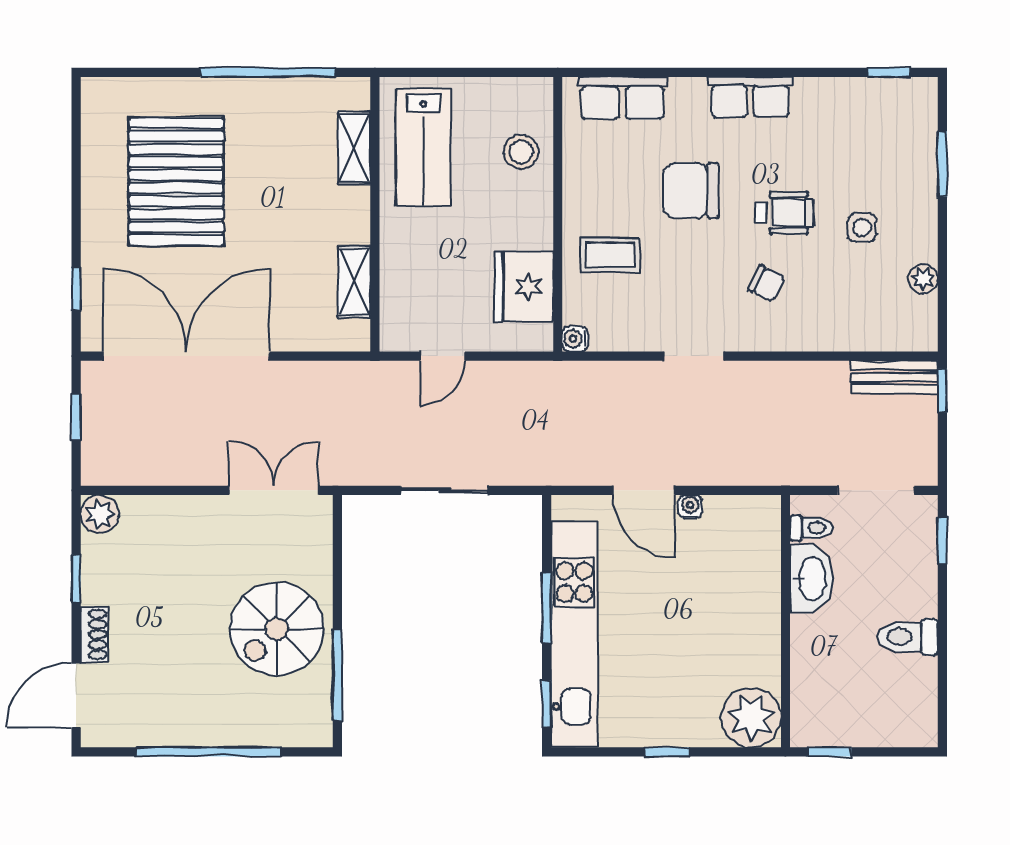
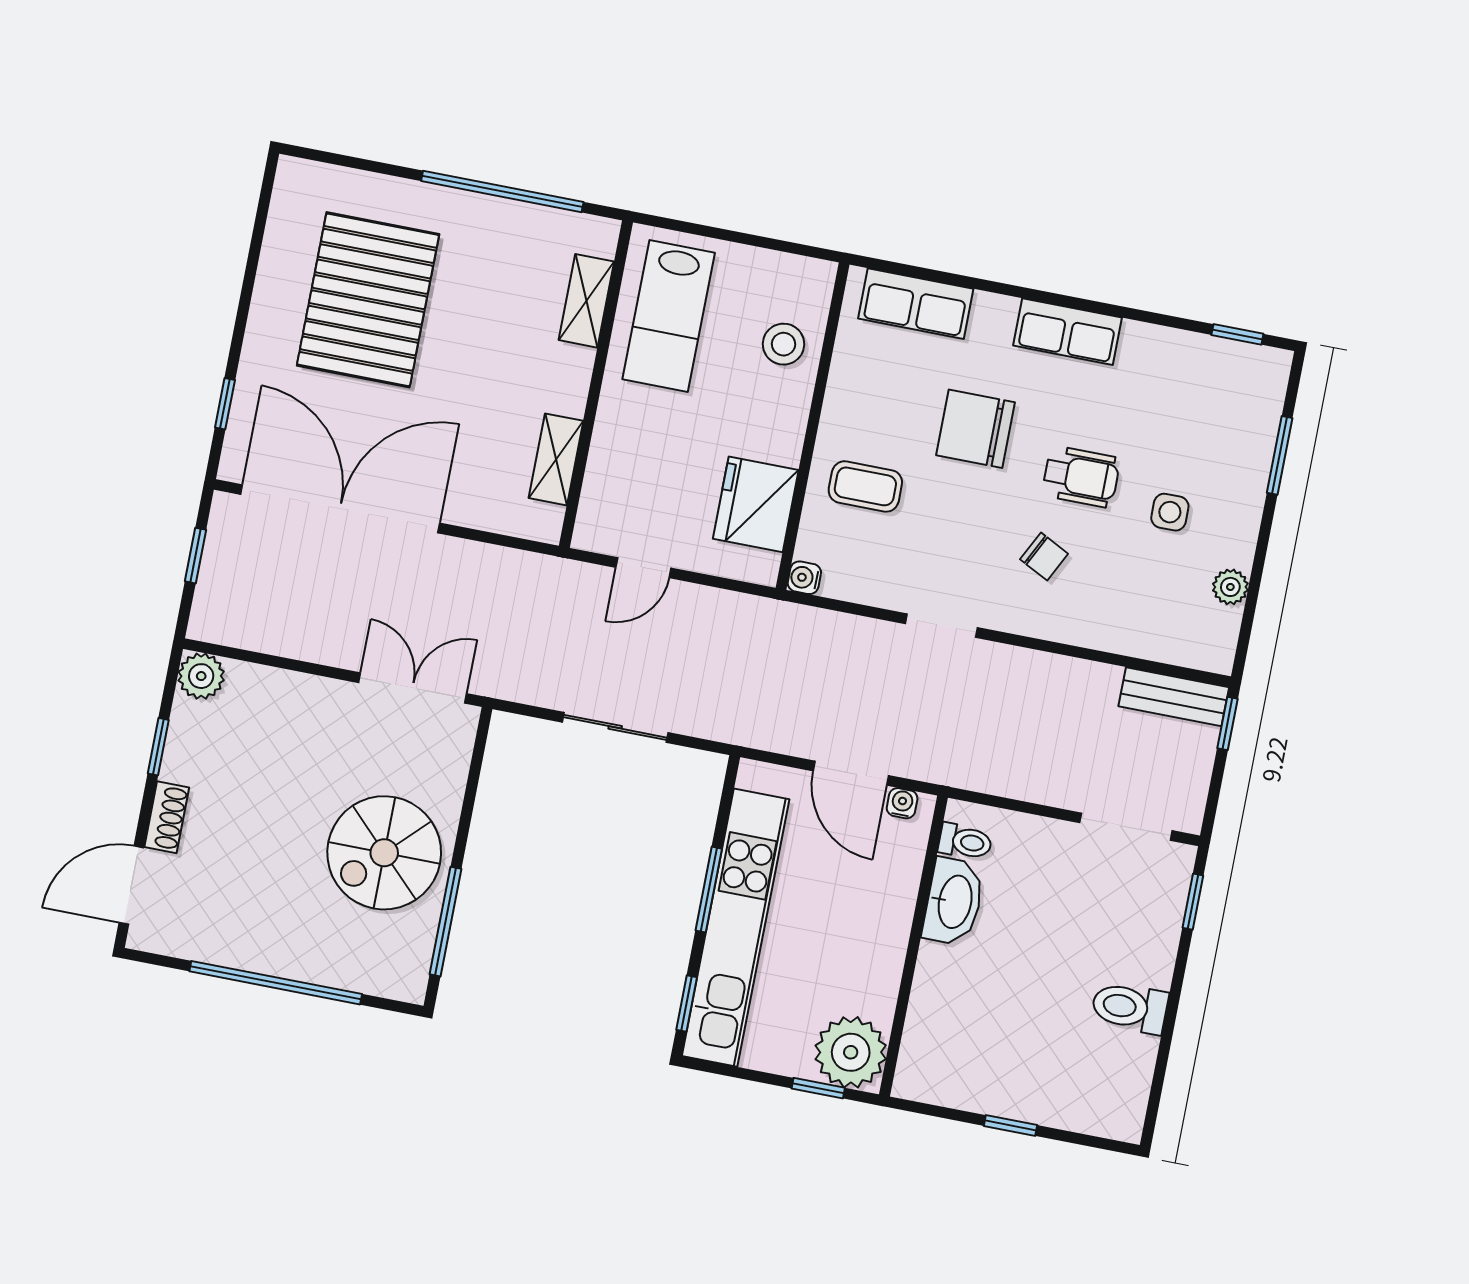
toilet: (811, 528) -> (965, 842), moved
washbasin: (811, 579) -> (954, 902), moved
wall: (785, 621) -> (913, 946), moved
plant: (751, 717) -> (851, 1052), moved

